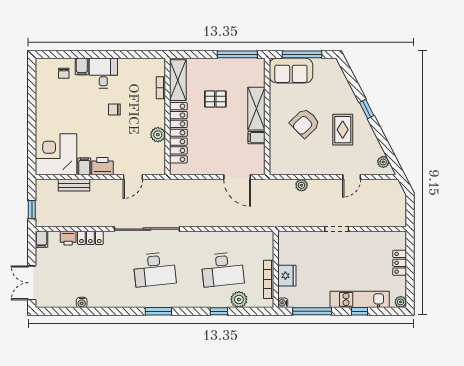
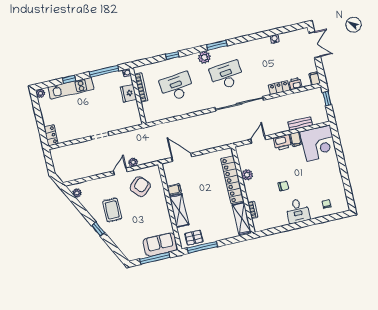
filing cabinet: (82, 66) -> (314, 212), removed
pallet: (215, 99) -> (194, 238), moved
armchair: (305, 123) -> (140, 187), moved
door: (352, 177) -> (120, 171), moved
locker: (400, 263) -> (51, 135), moved
plant: (239, 299) -> (204, 57), moved

